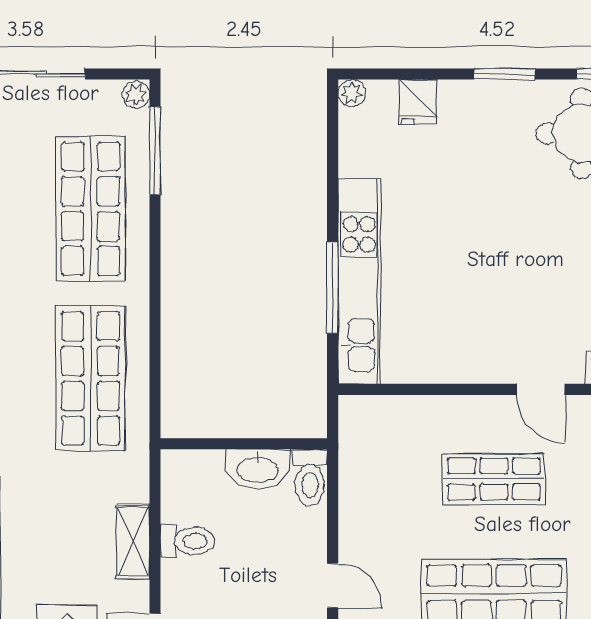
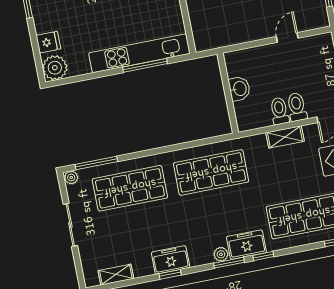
plant: (352, 93) -> (55, 68), width x1.88, depth x1.88
washbasin: (257, 469) -> (239, 89), width x0.72
toilet: (310, 478) -> (297, 107), moved, turned -90

